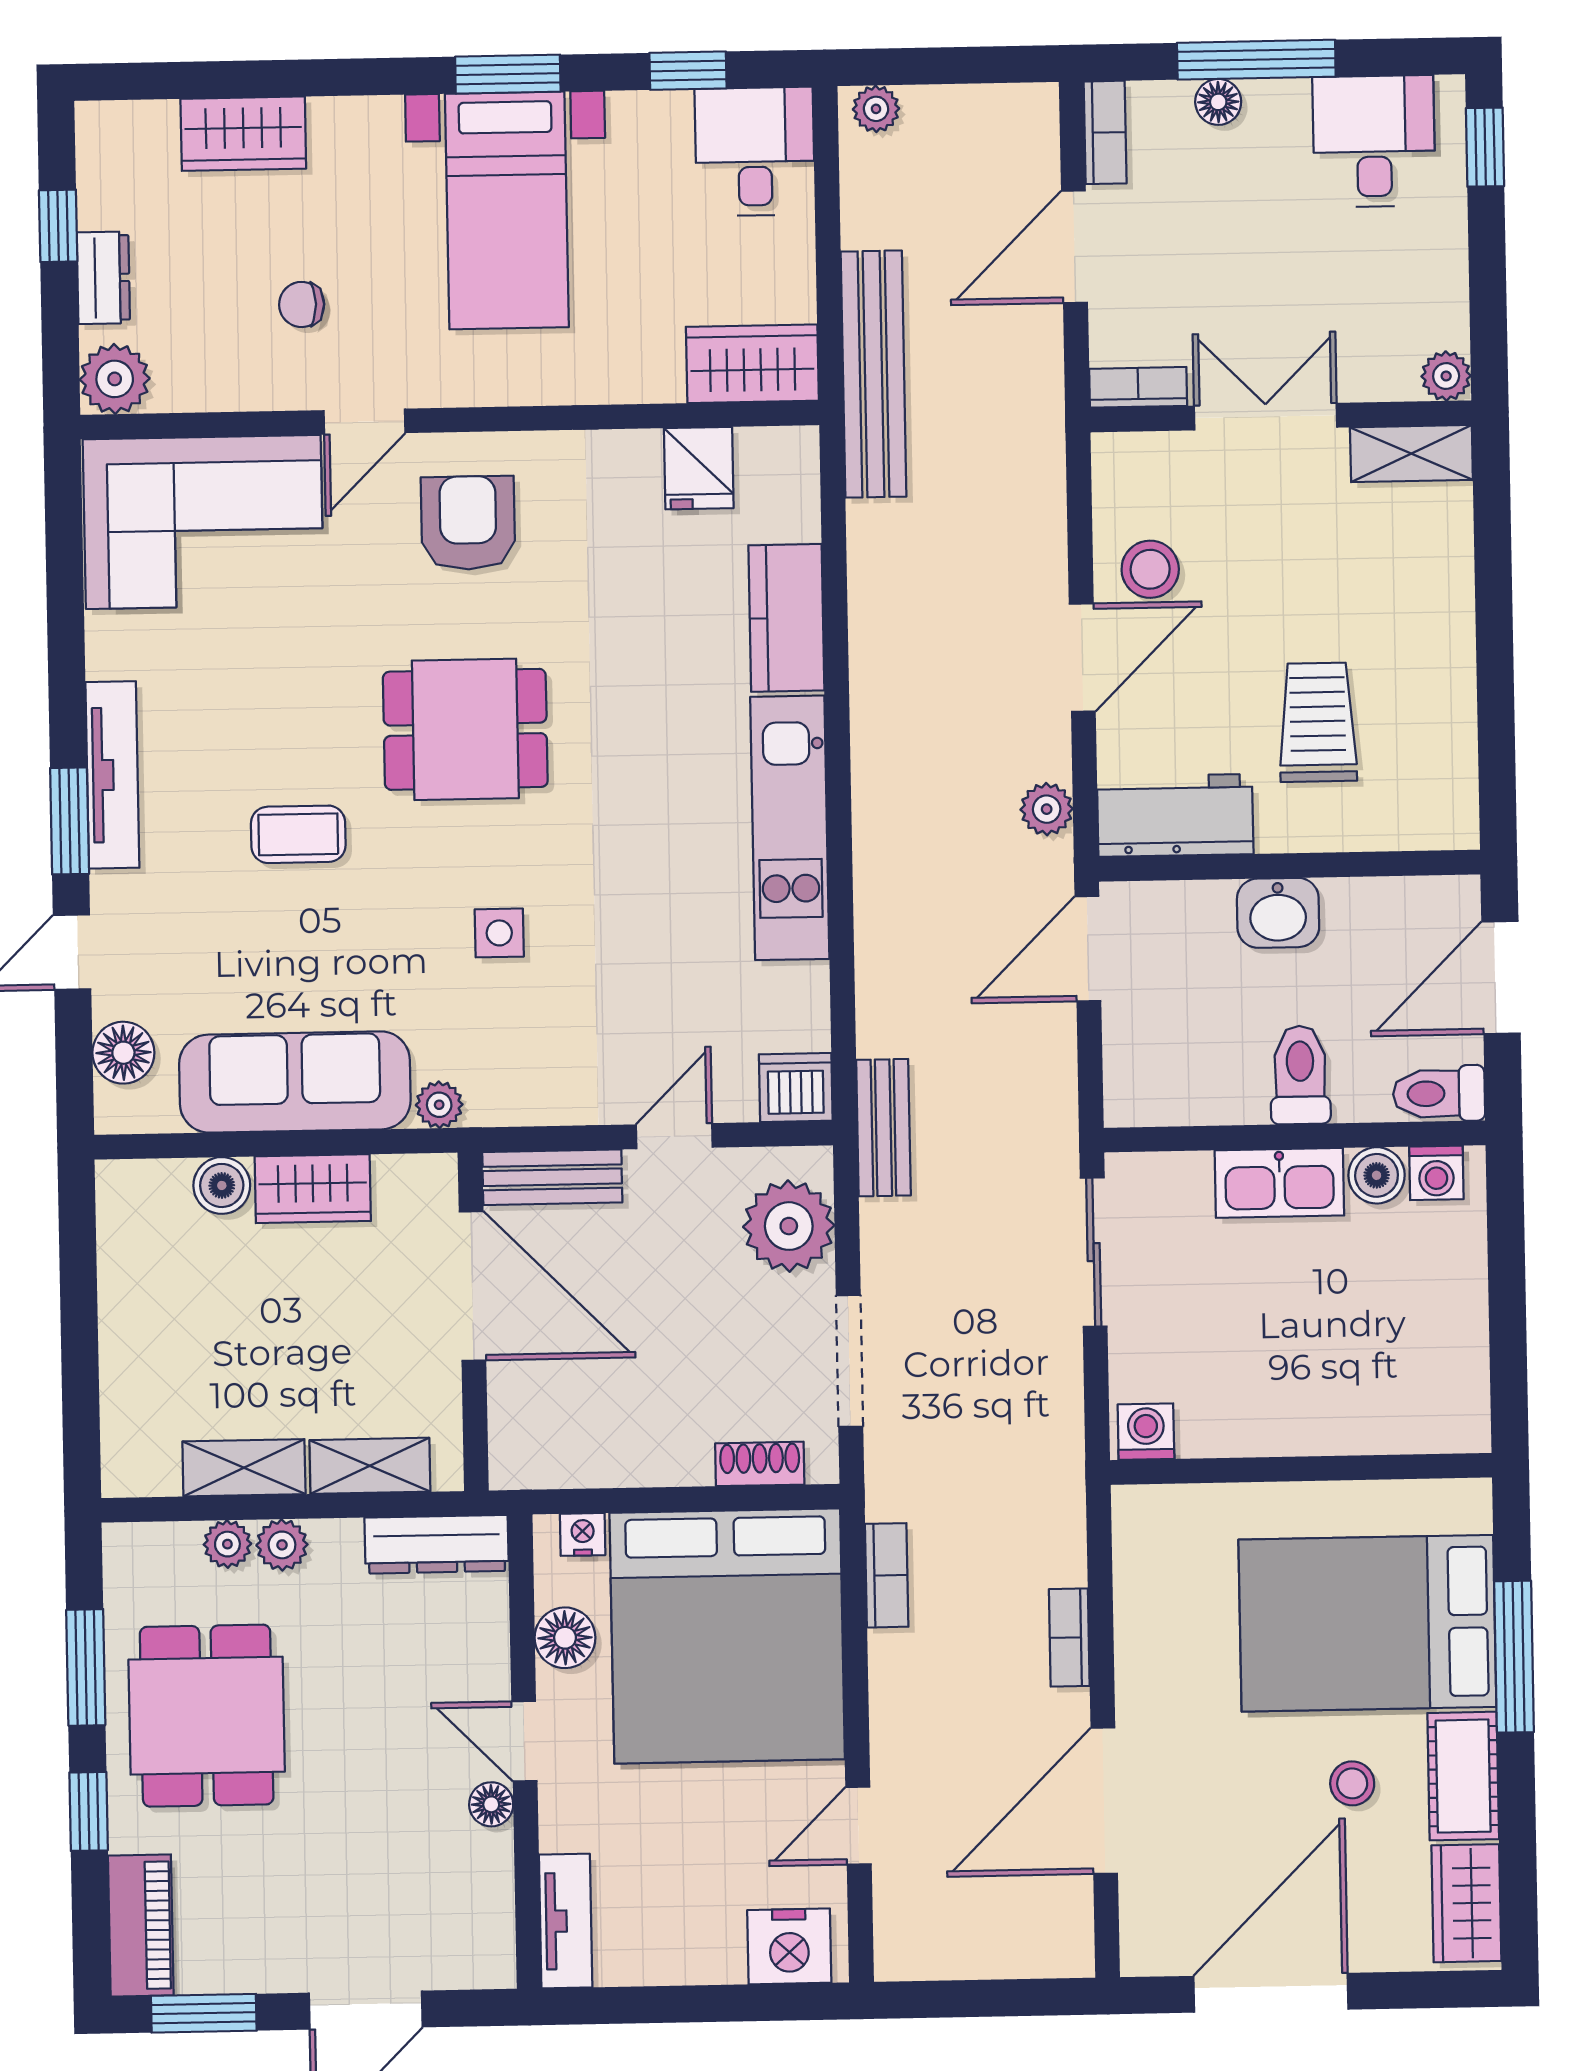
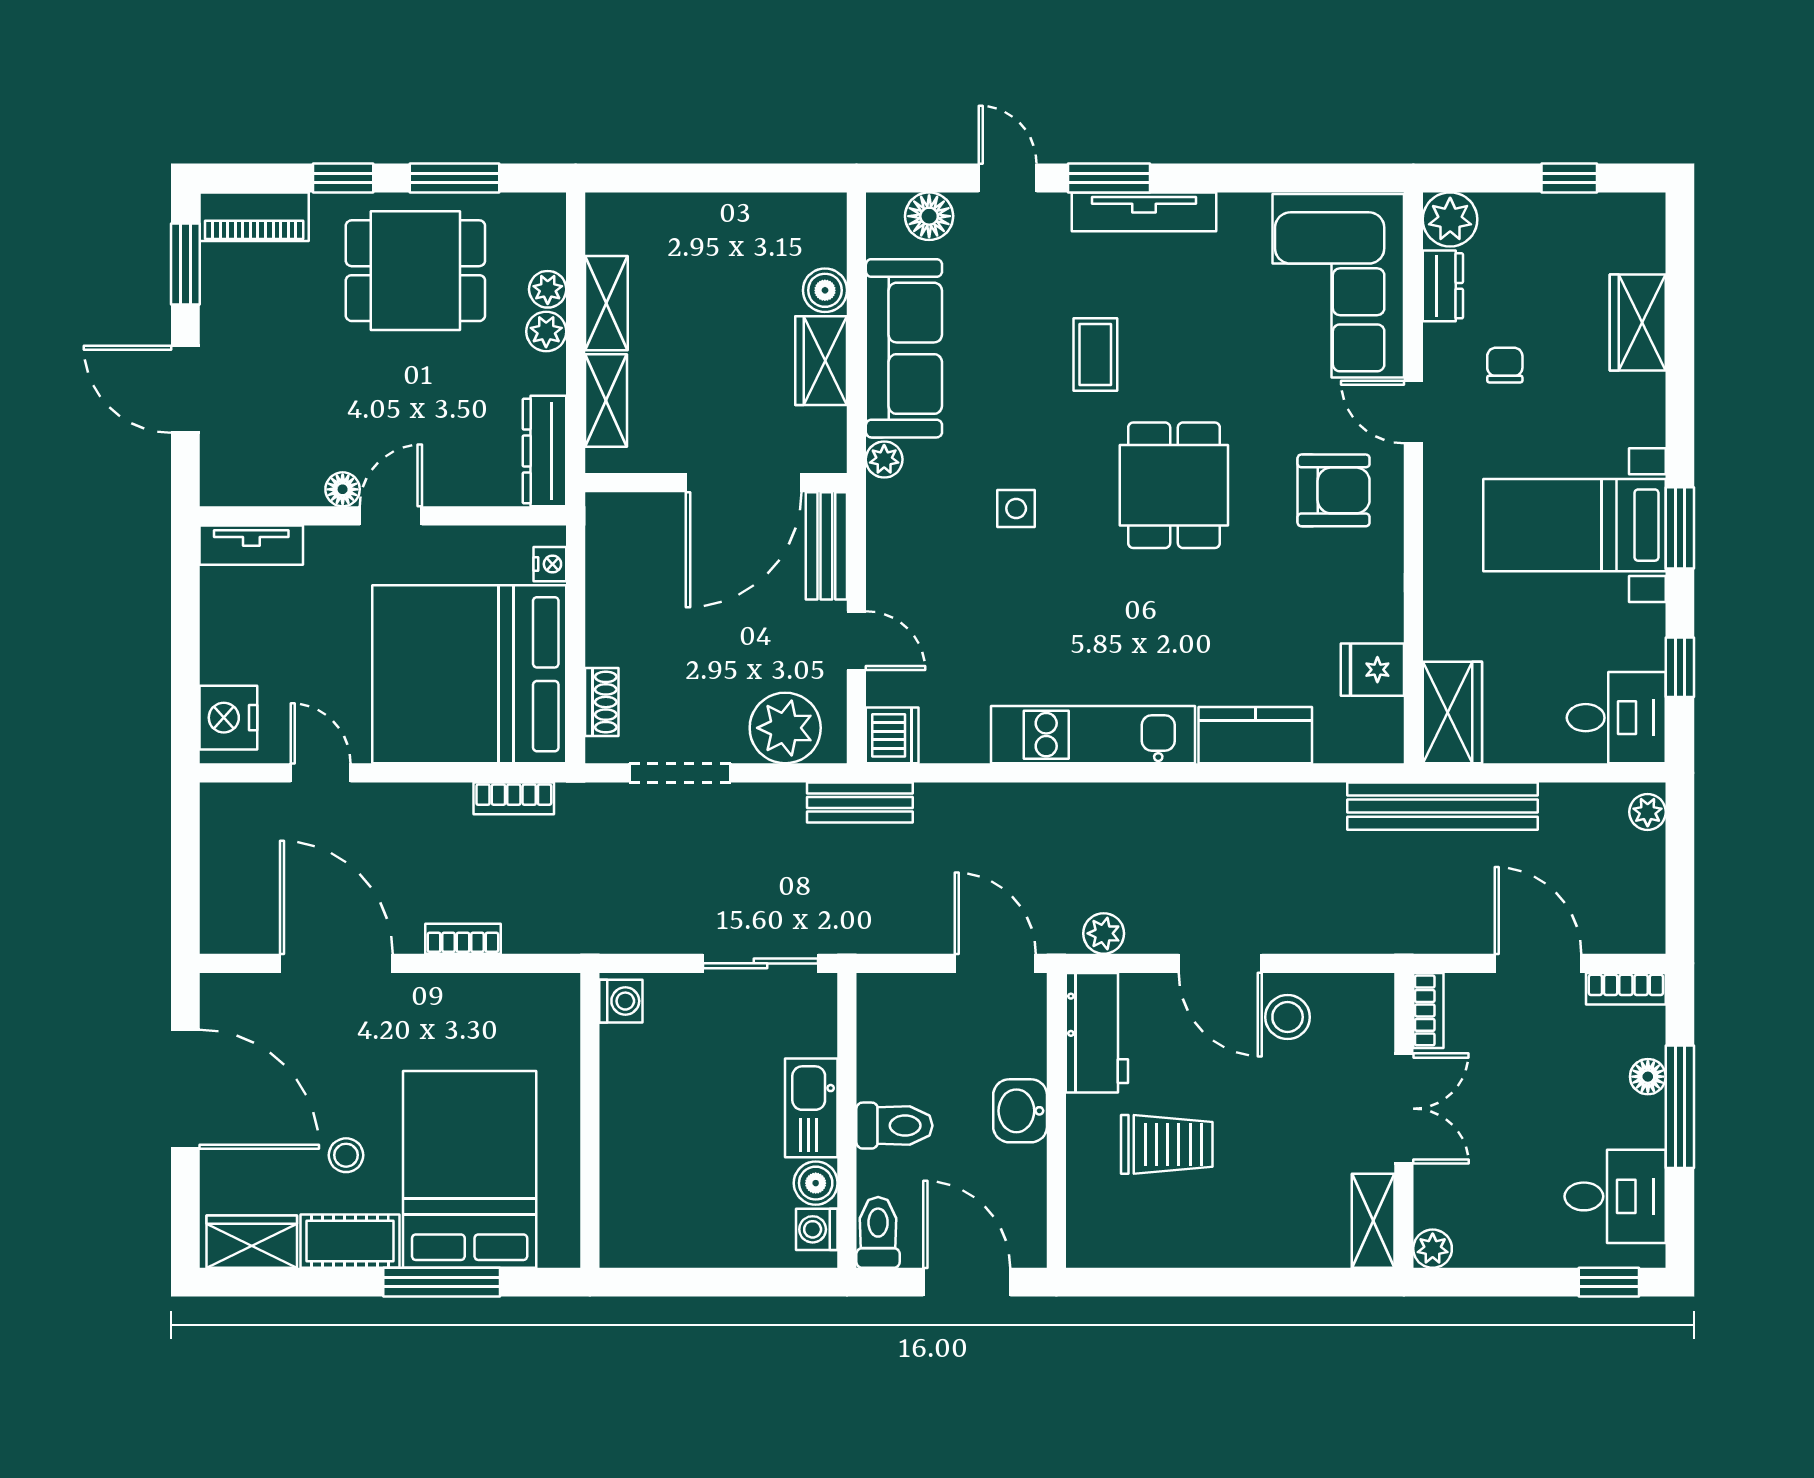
dresser: (103, 278) -> (1443, 286), moved, turned -90
floor lamp: (565, 1638) -> (470, 549), removed

